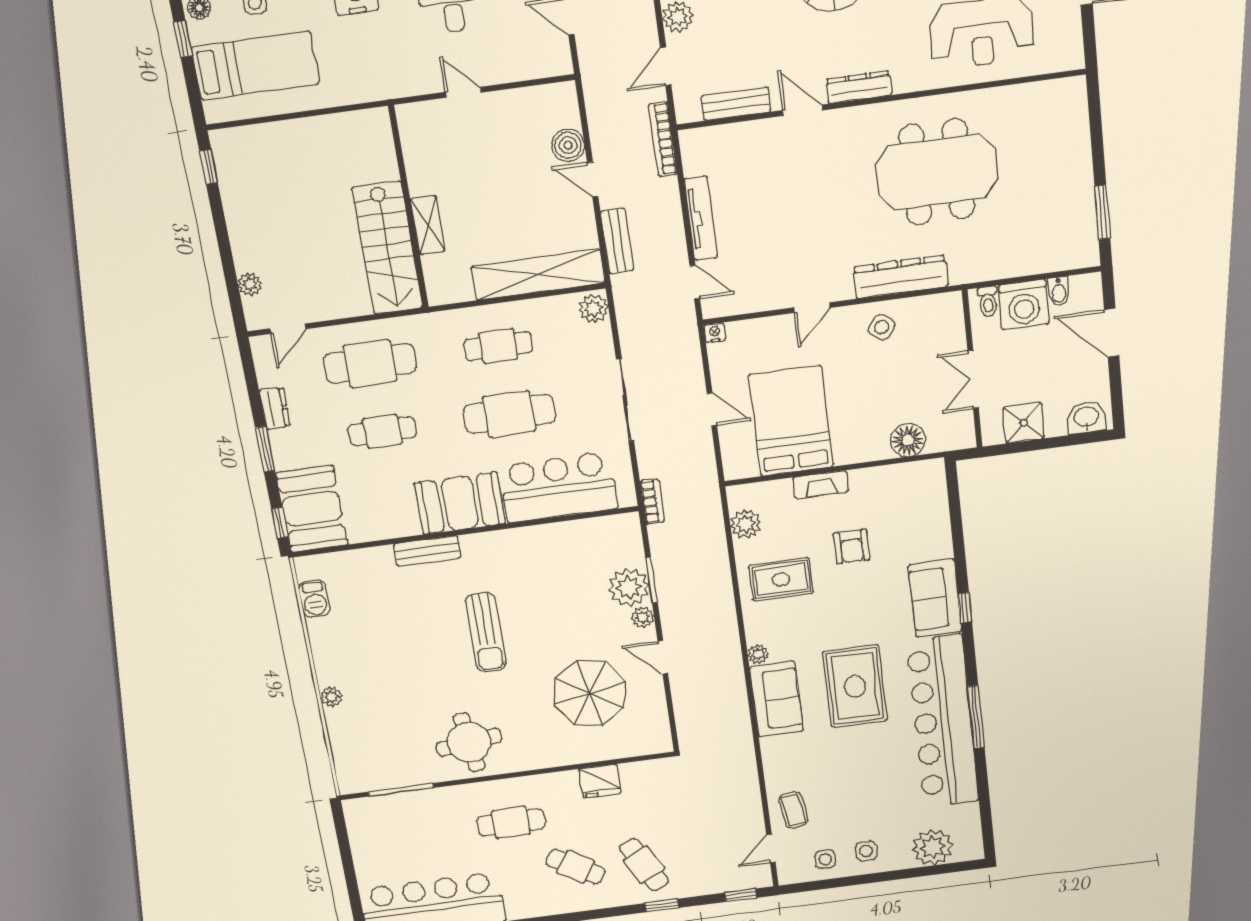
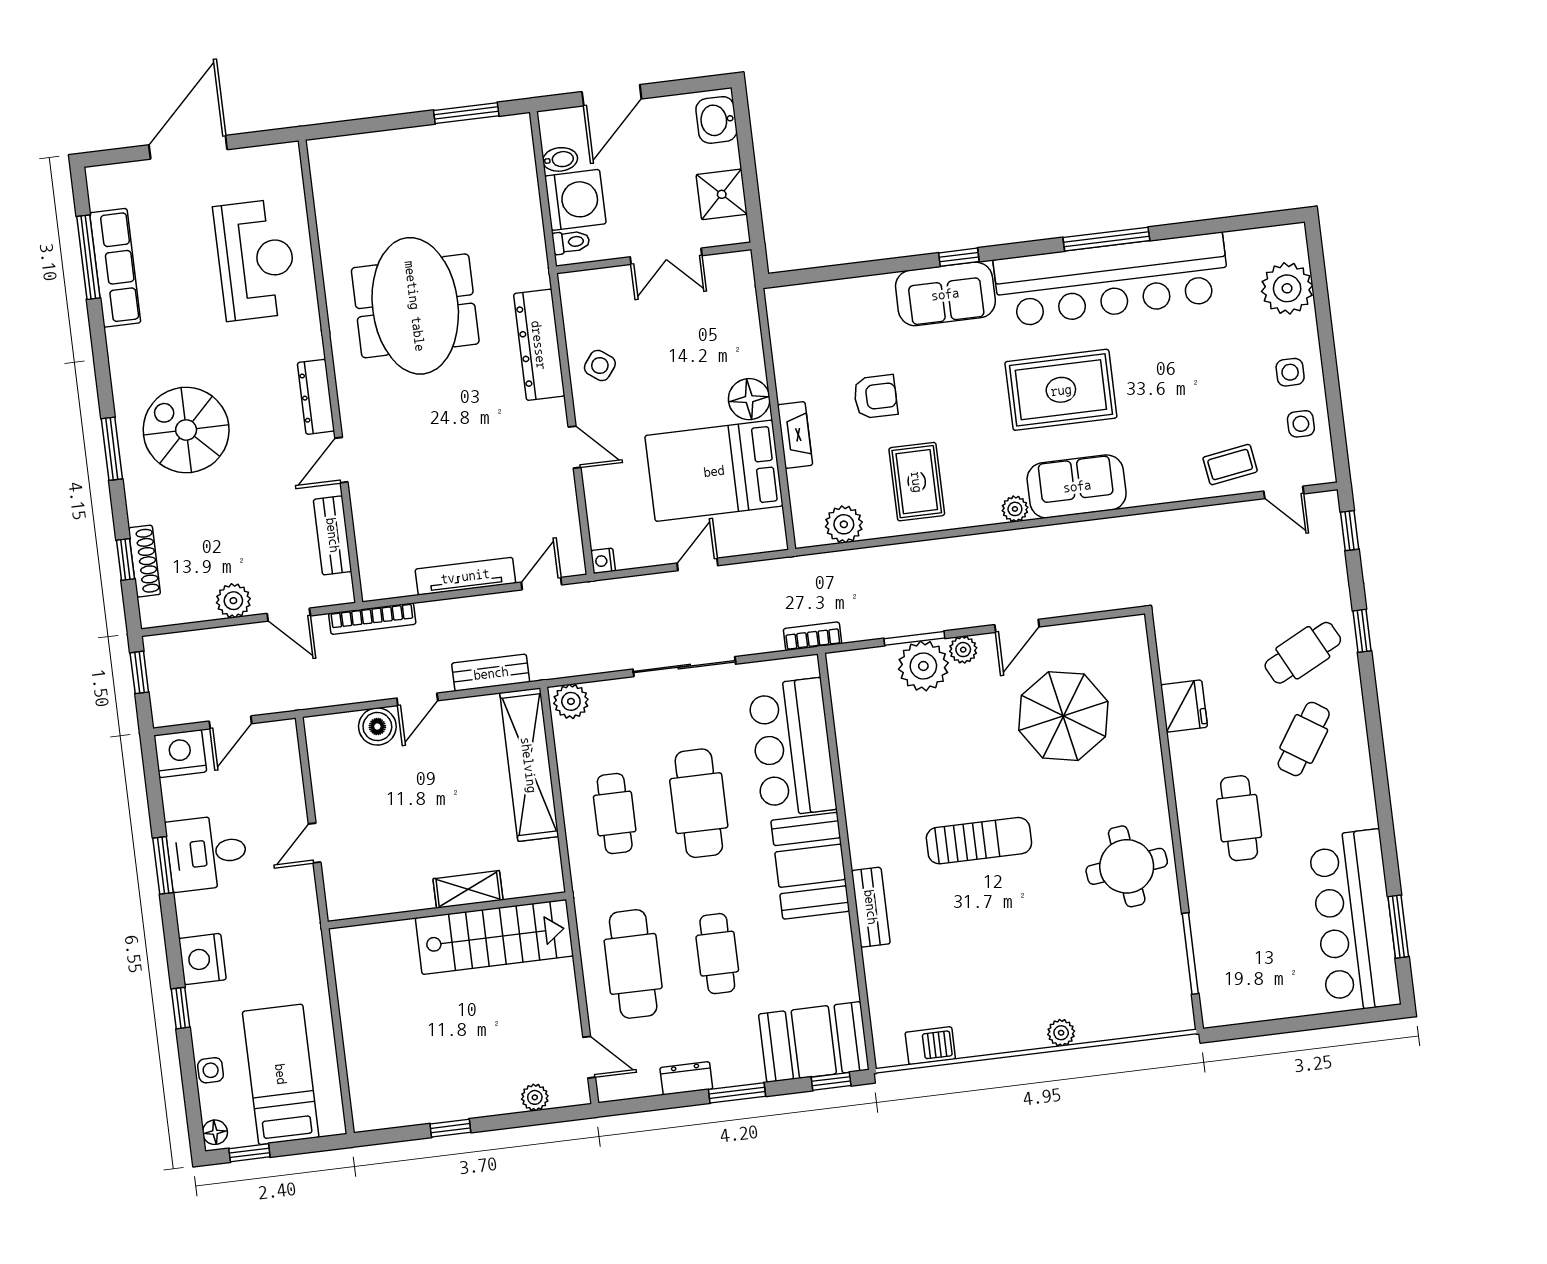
window: (209, 167) -> (450, 1128), moved
floor lamp: (908, 440) -> (749, 399), moved

